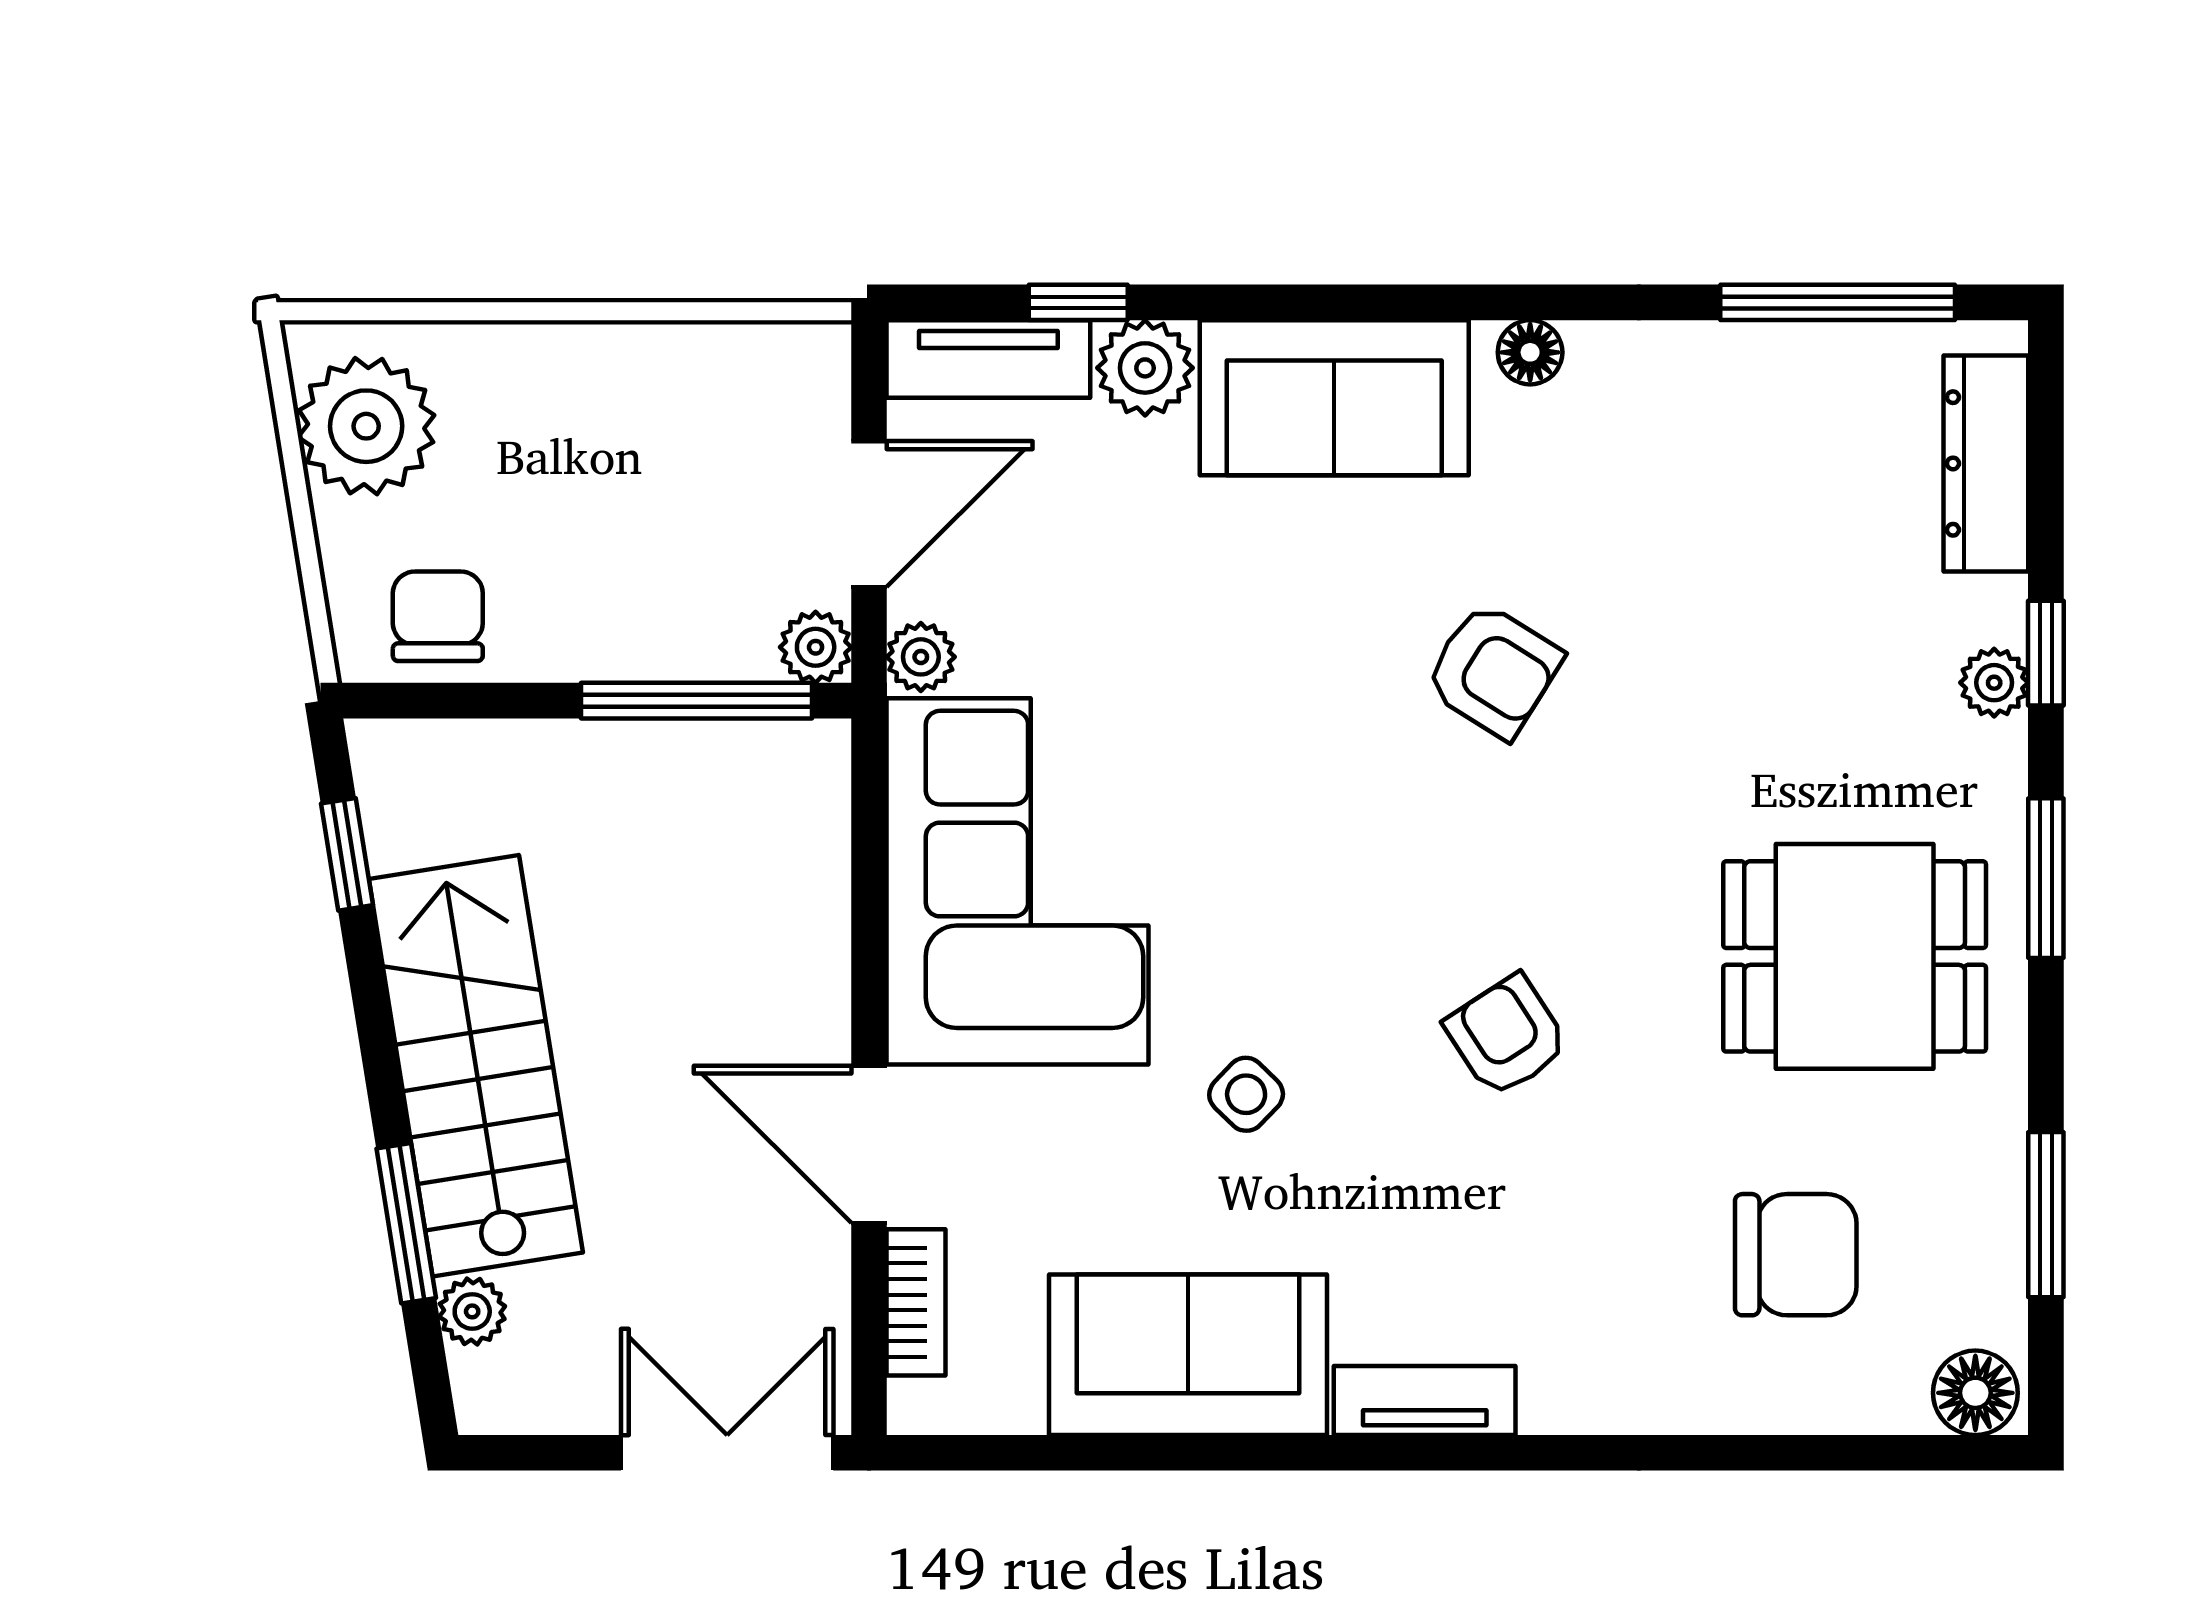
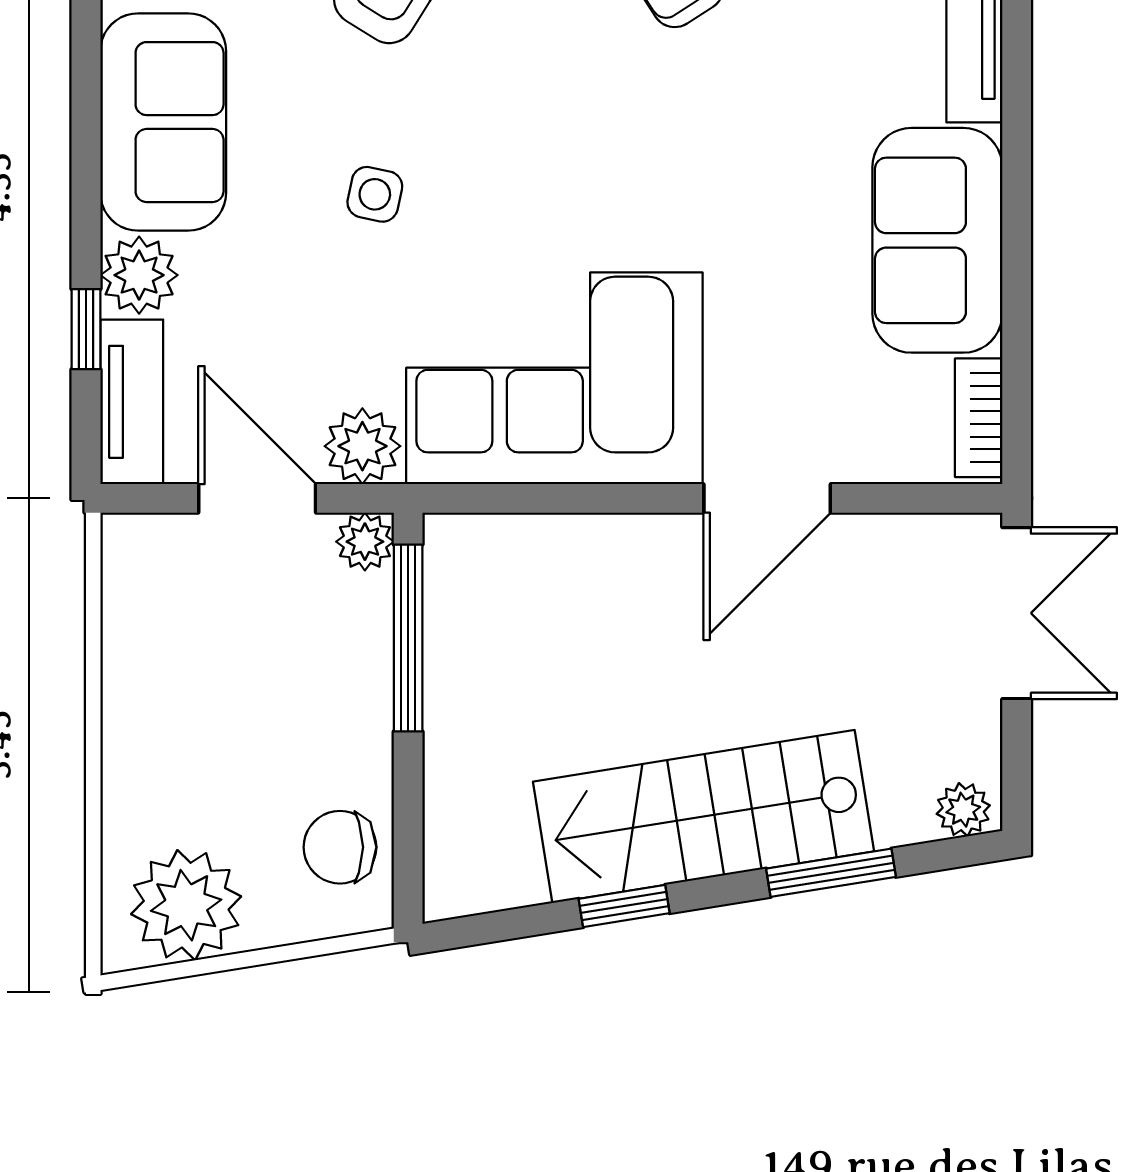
plant: (921, 657) -> (362, 446), width x1.38, depth x1.38
window: (347, 854) -> (624, 906), moved
side table: (1246, 1094) -> (375, 194), moved, turned -32
bookcase: (916, 1302) -> (979, 418), moved, turned -90
plant: (472, 1311) -> (963, 810), moved
double door: (727, 1453) -> (1017, 613), swing flipped

